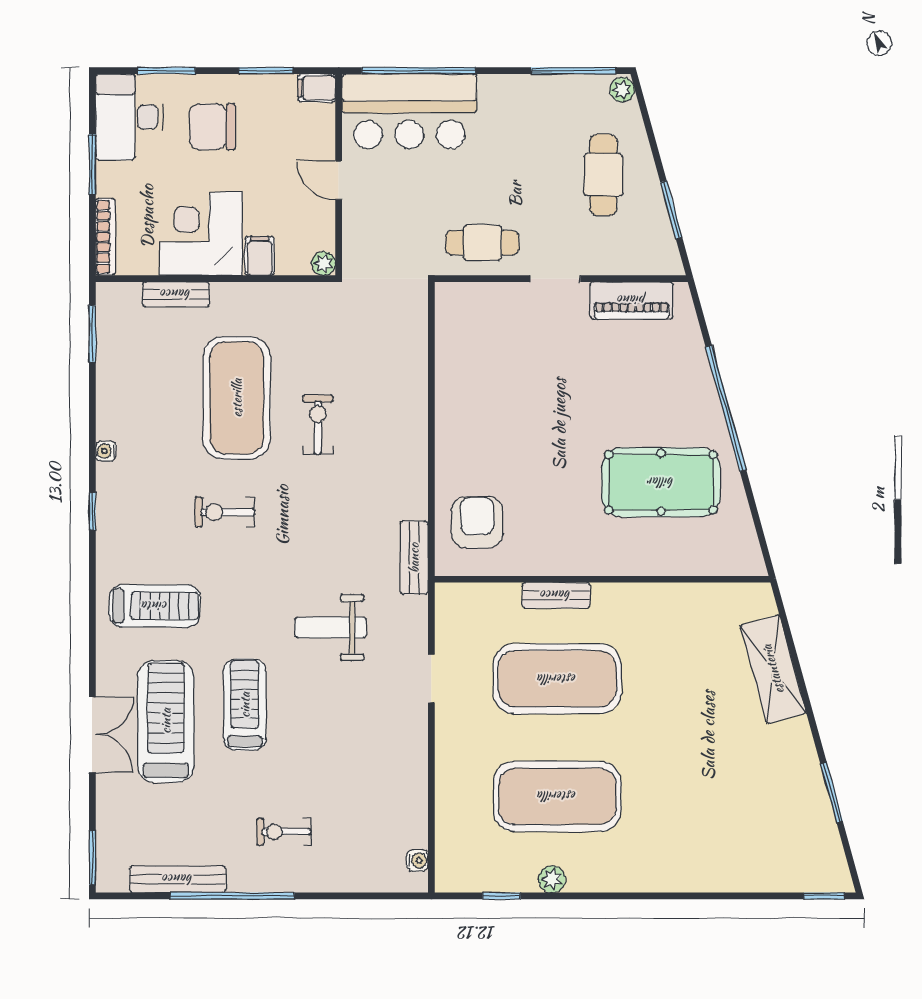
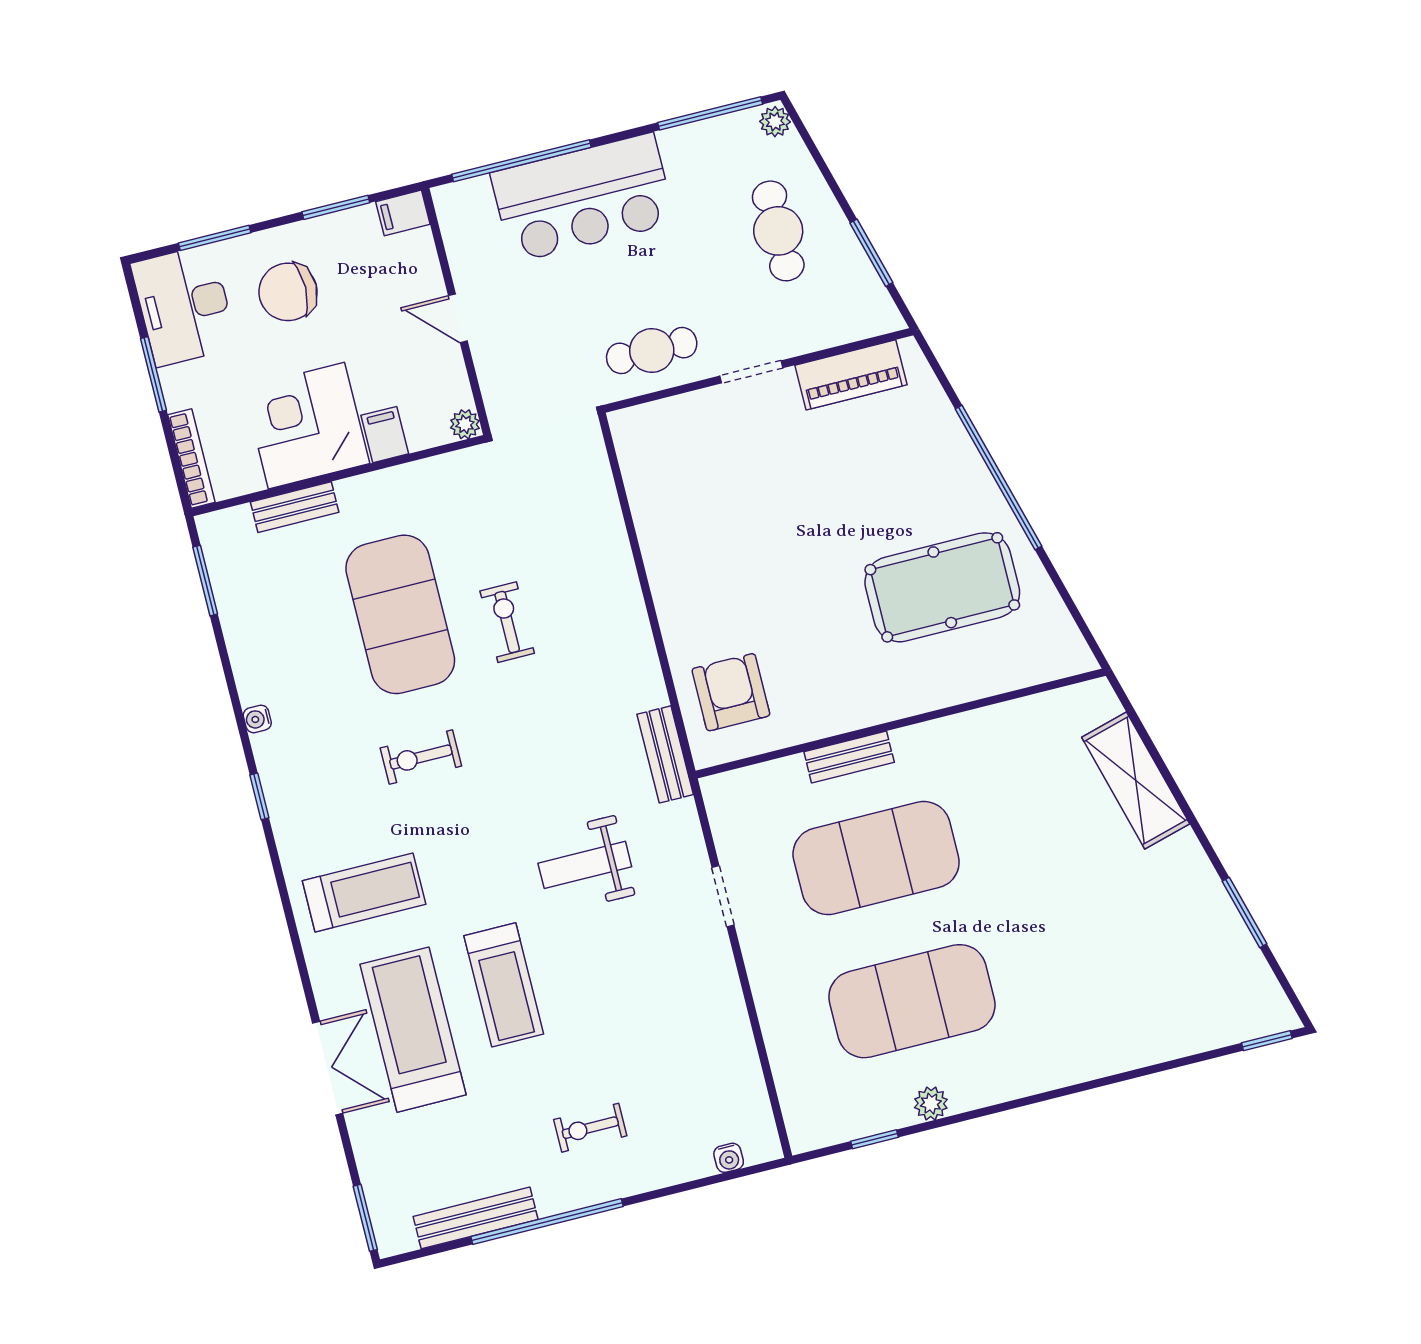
bar counter: (409, 111) -> (583, 198), moved
treadmill: (245, 705) -> (504, 985), turned 180
water cooler: (417, 860) -> (729, 1158), moved, turned 90

